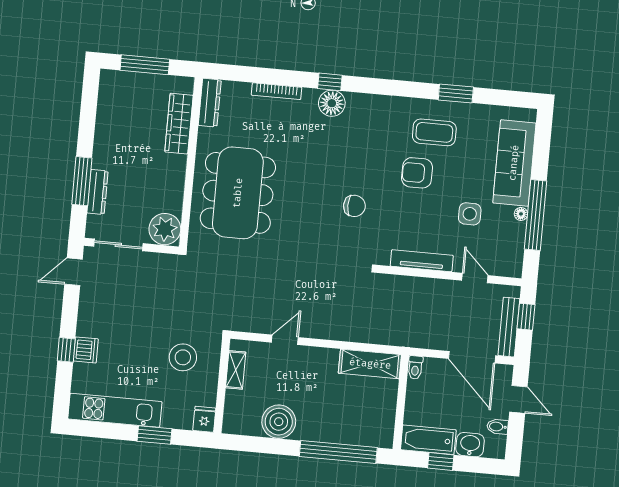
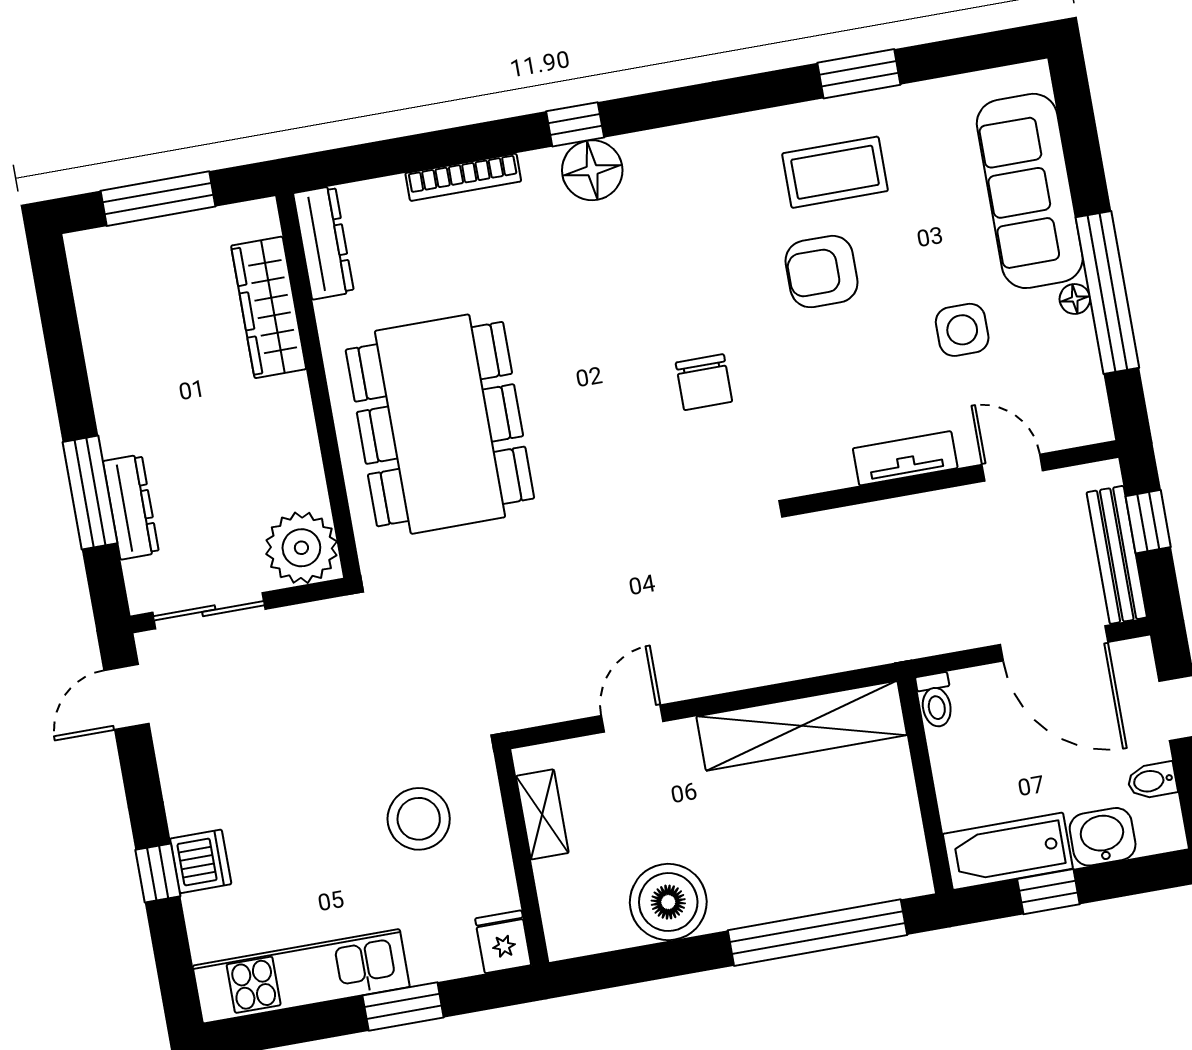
chair: (354, 206) -> (704, 382), turned 90
tv unit: (422, 261) -> (905, 458), width x0.71
shelving: (370, 364) -> (802, 726), width x1.47

